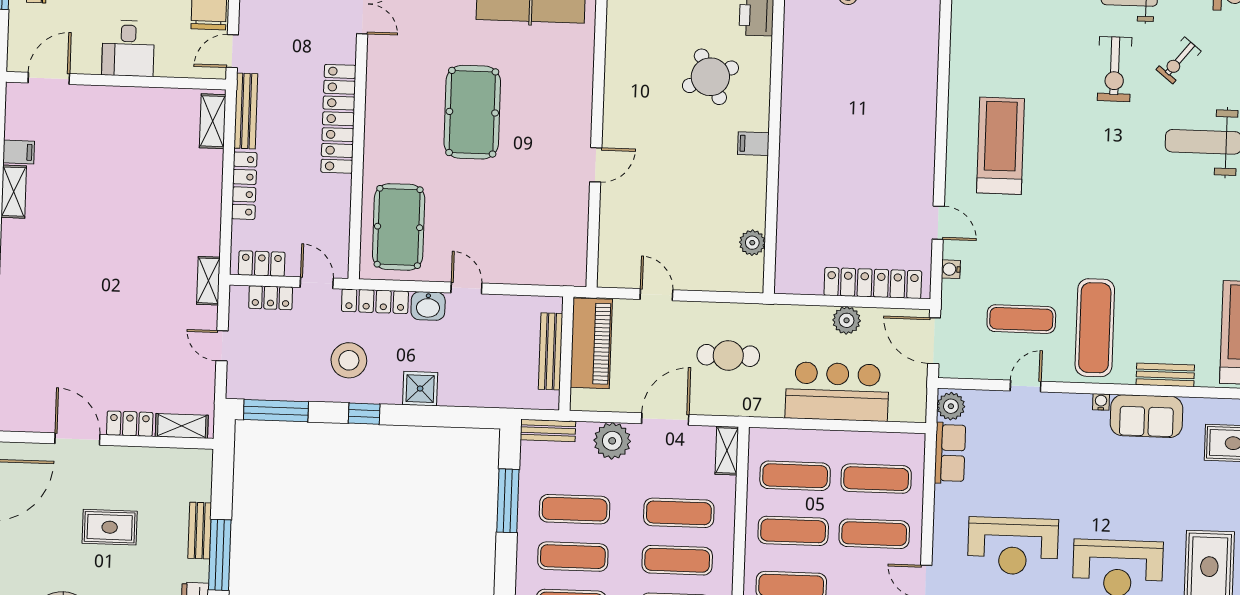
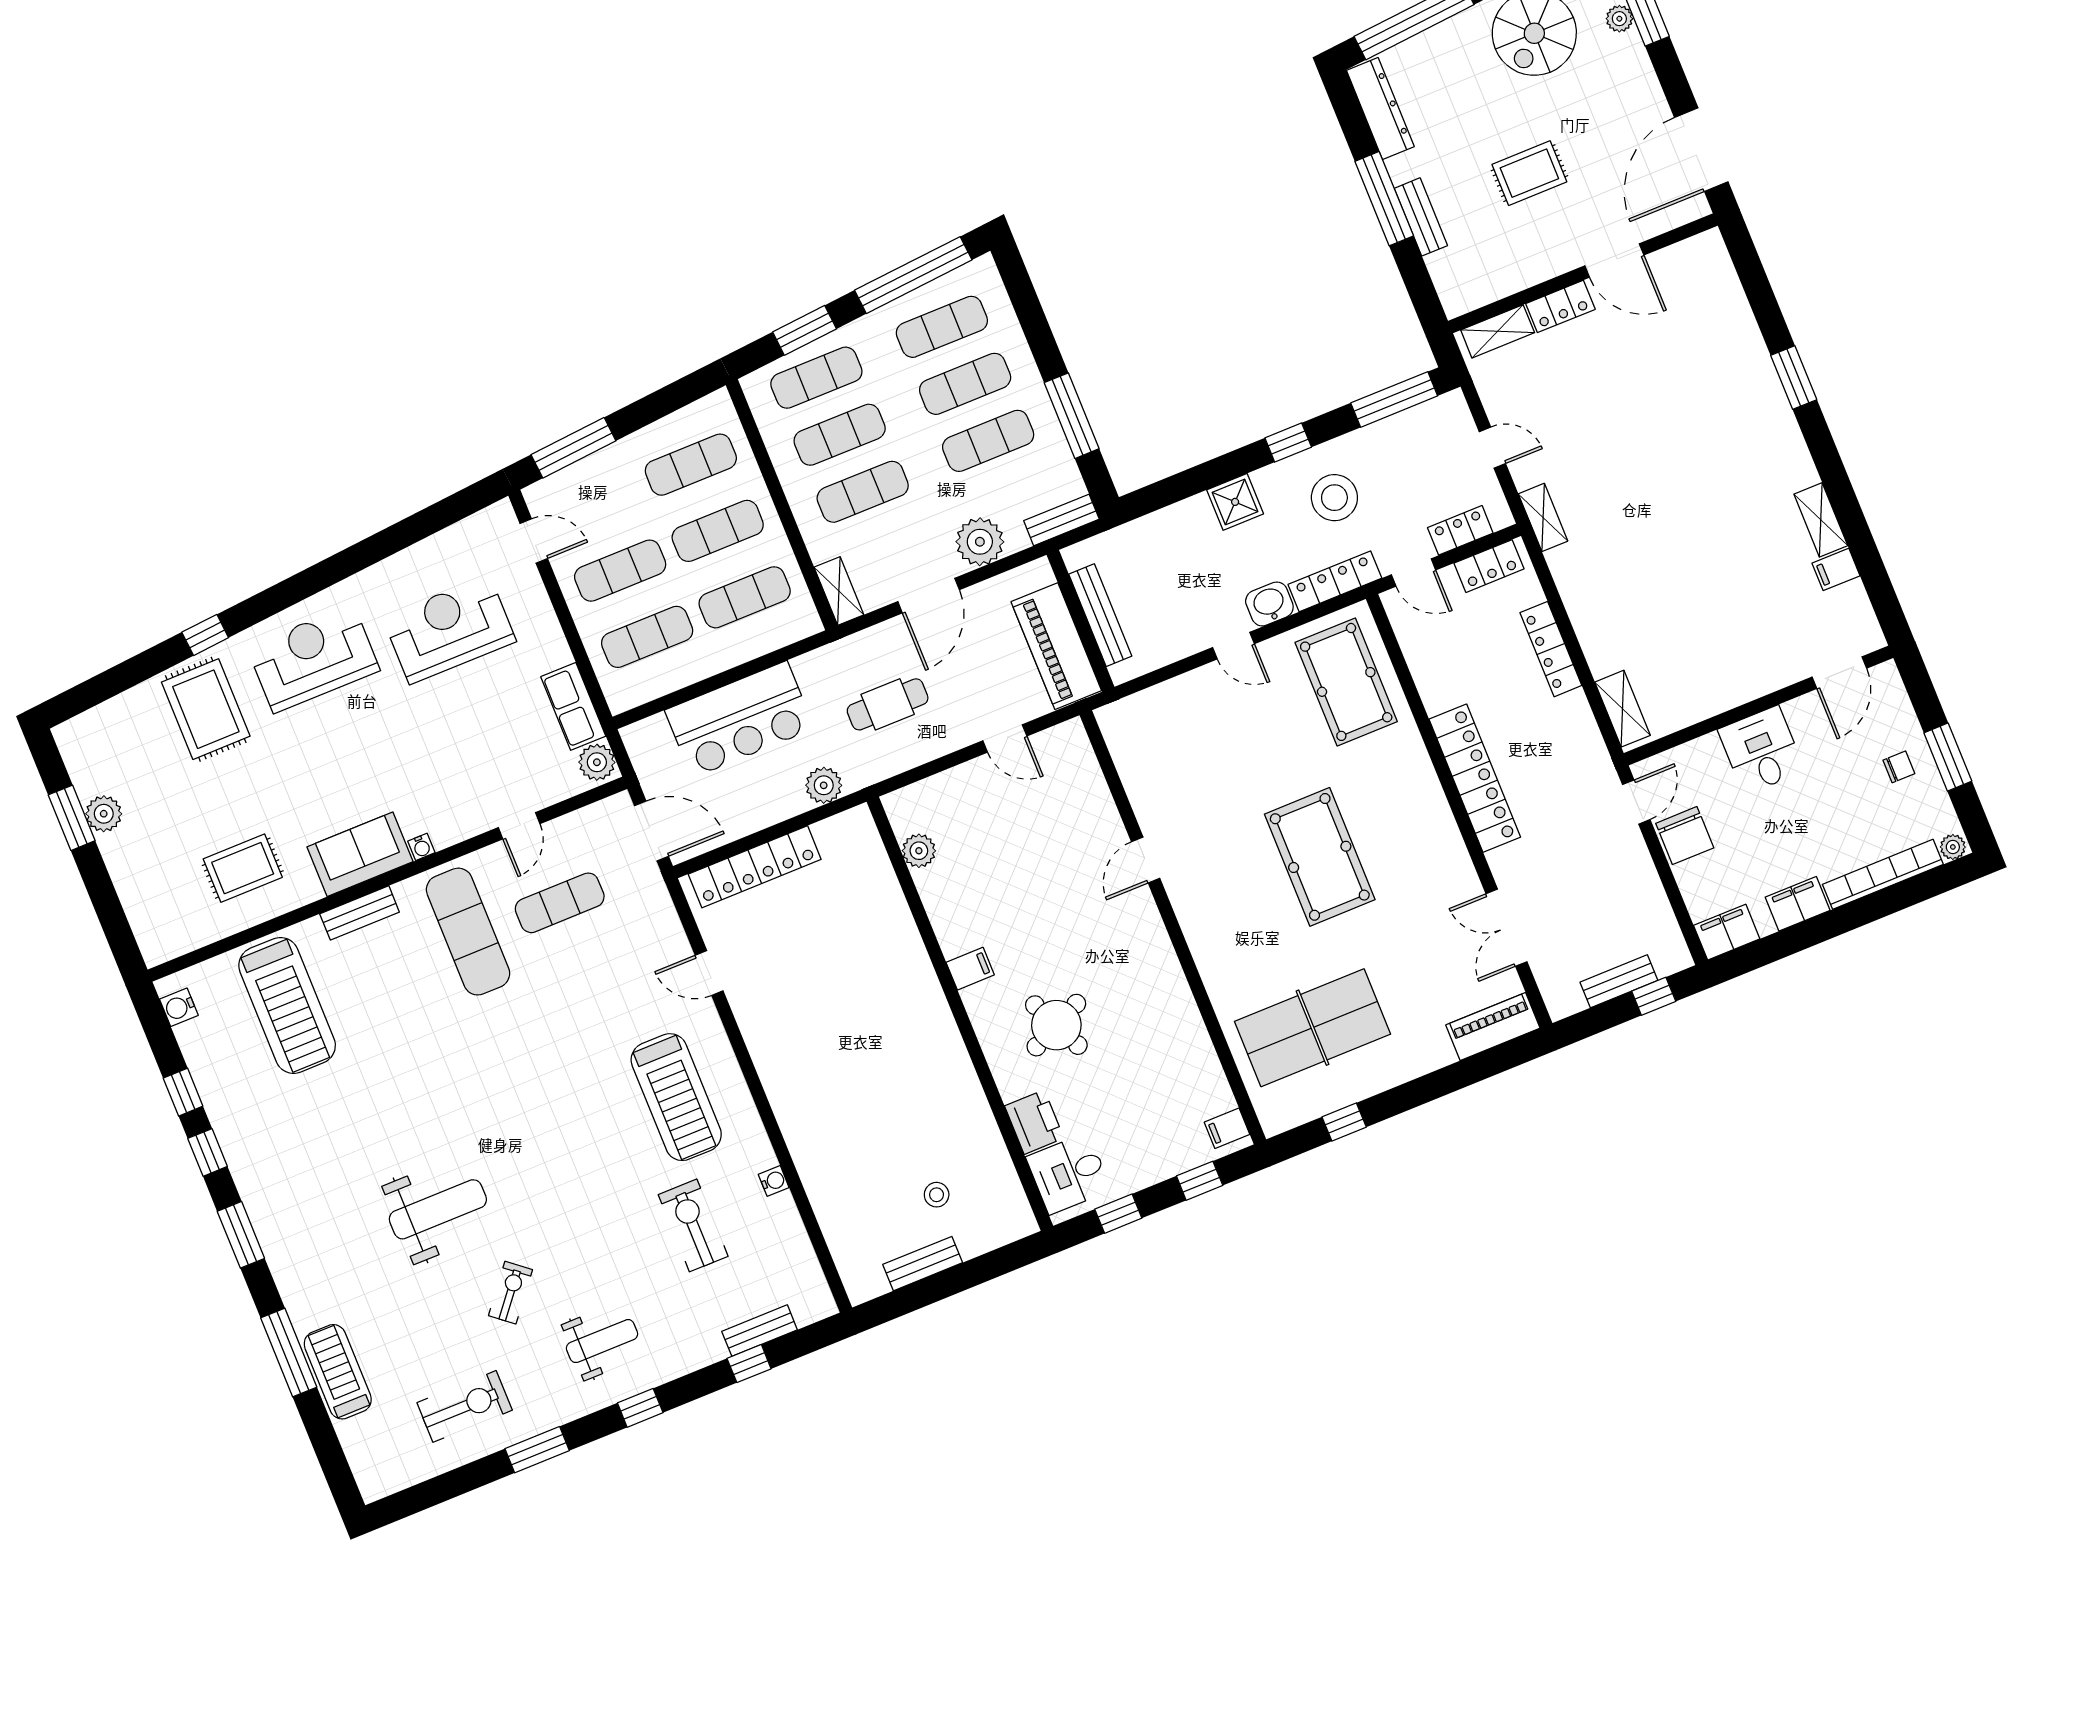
exercise bike: (1115, 69) -> (693, 1225), moved
bench: (246, 111) -> (1589, 738), removed
water cooler: (951, 269) -> (774, 1181), moved
plant: (847, 320) -> (824, 785), moved

